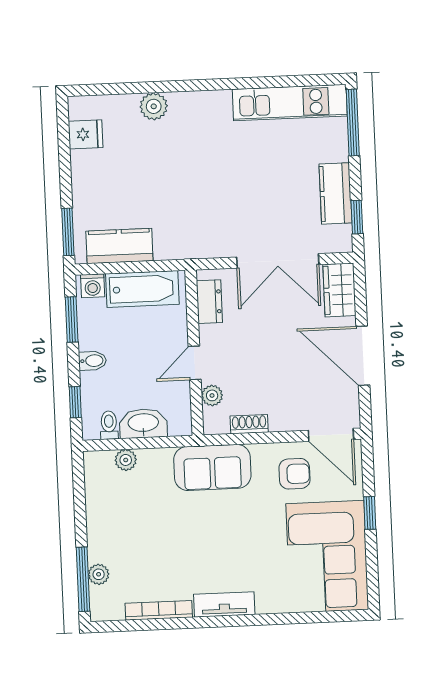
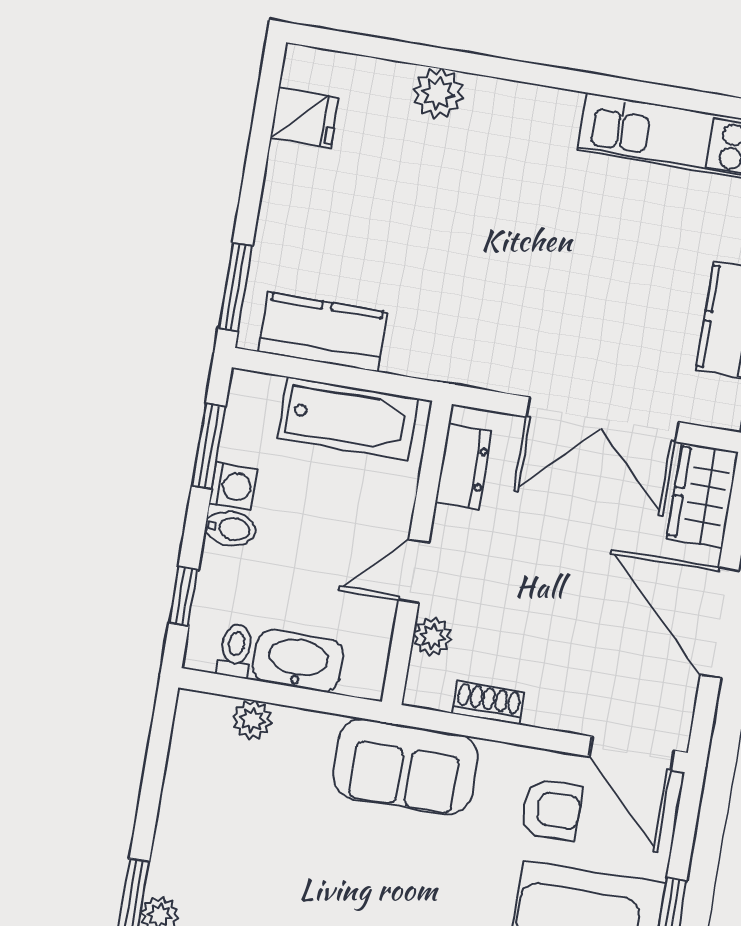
washing machine: (93, 286) -> (233, 486), moved, turned -90

